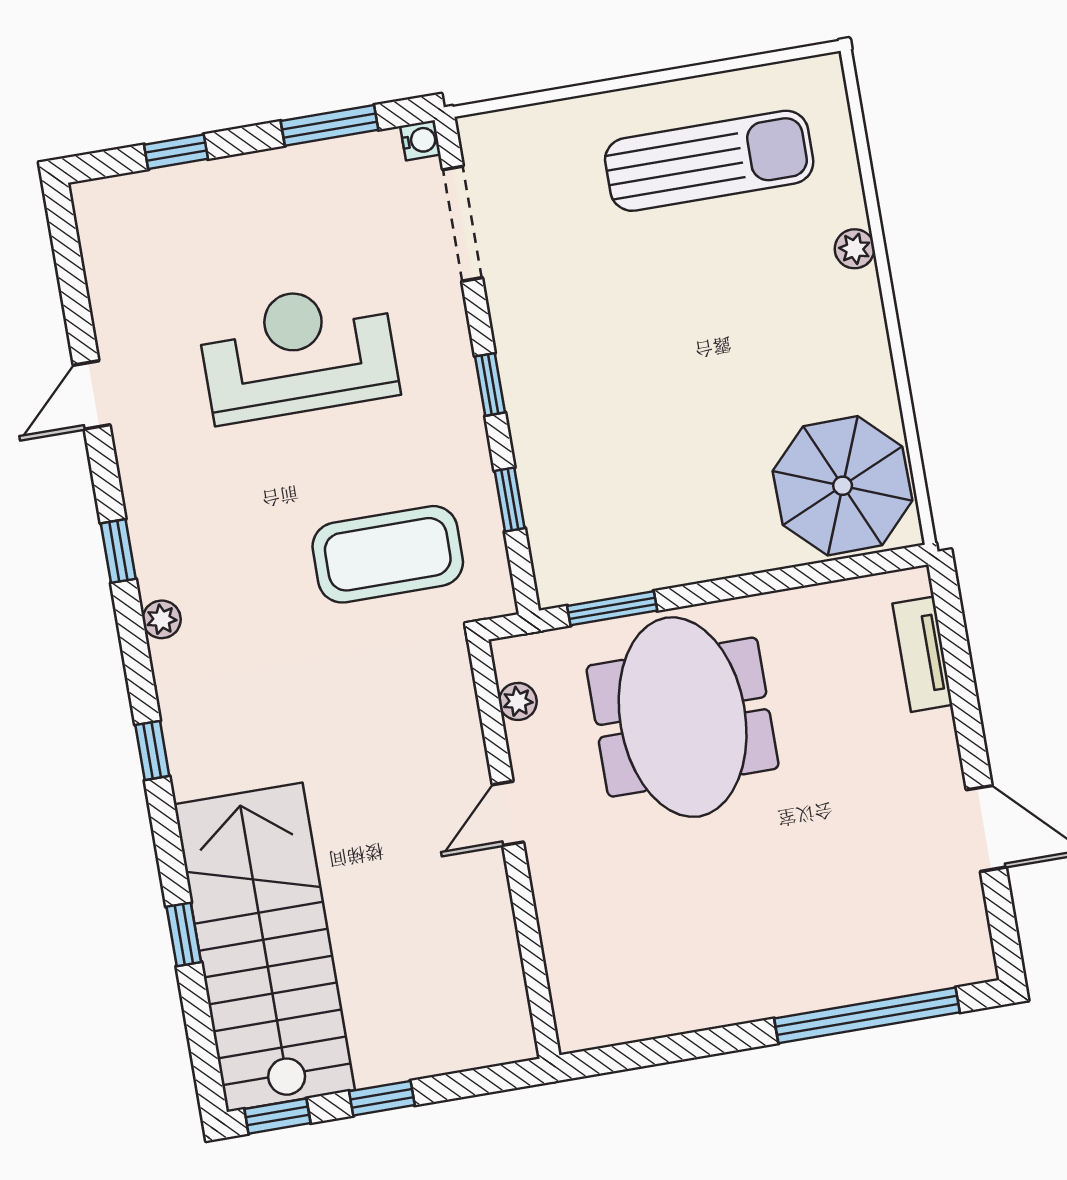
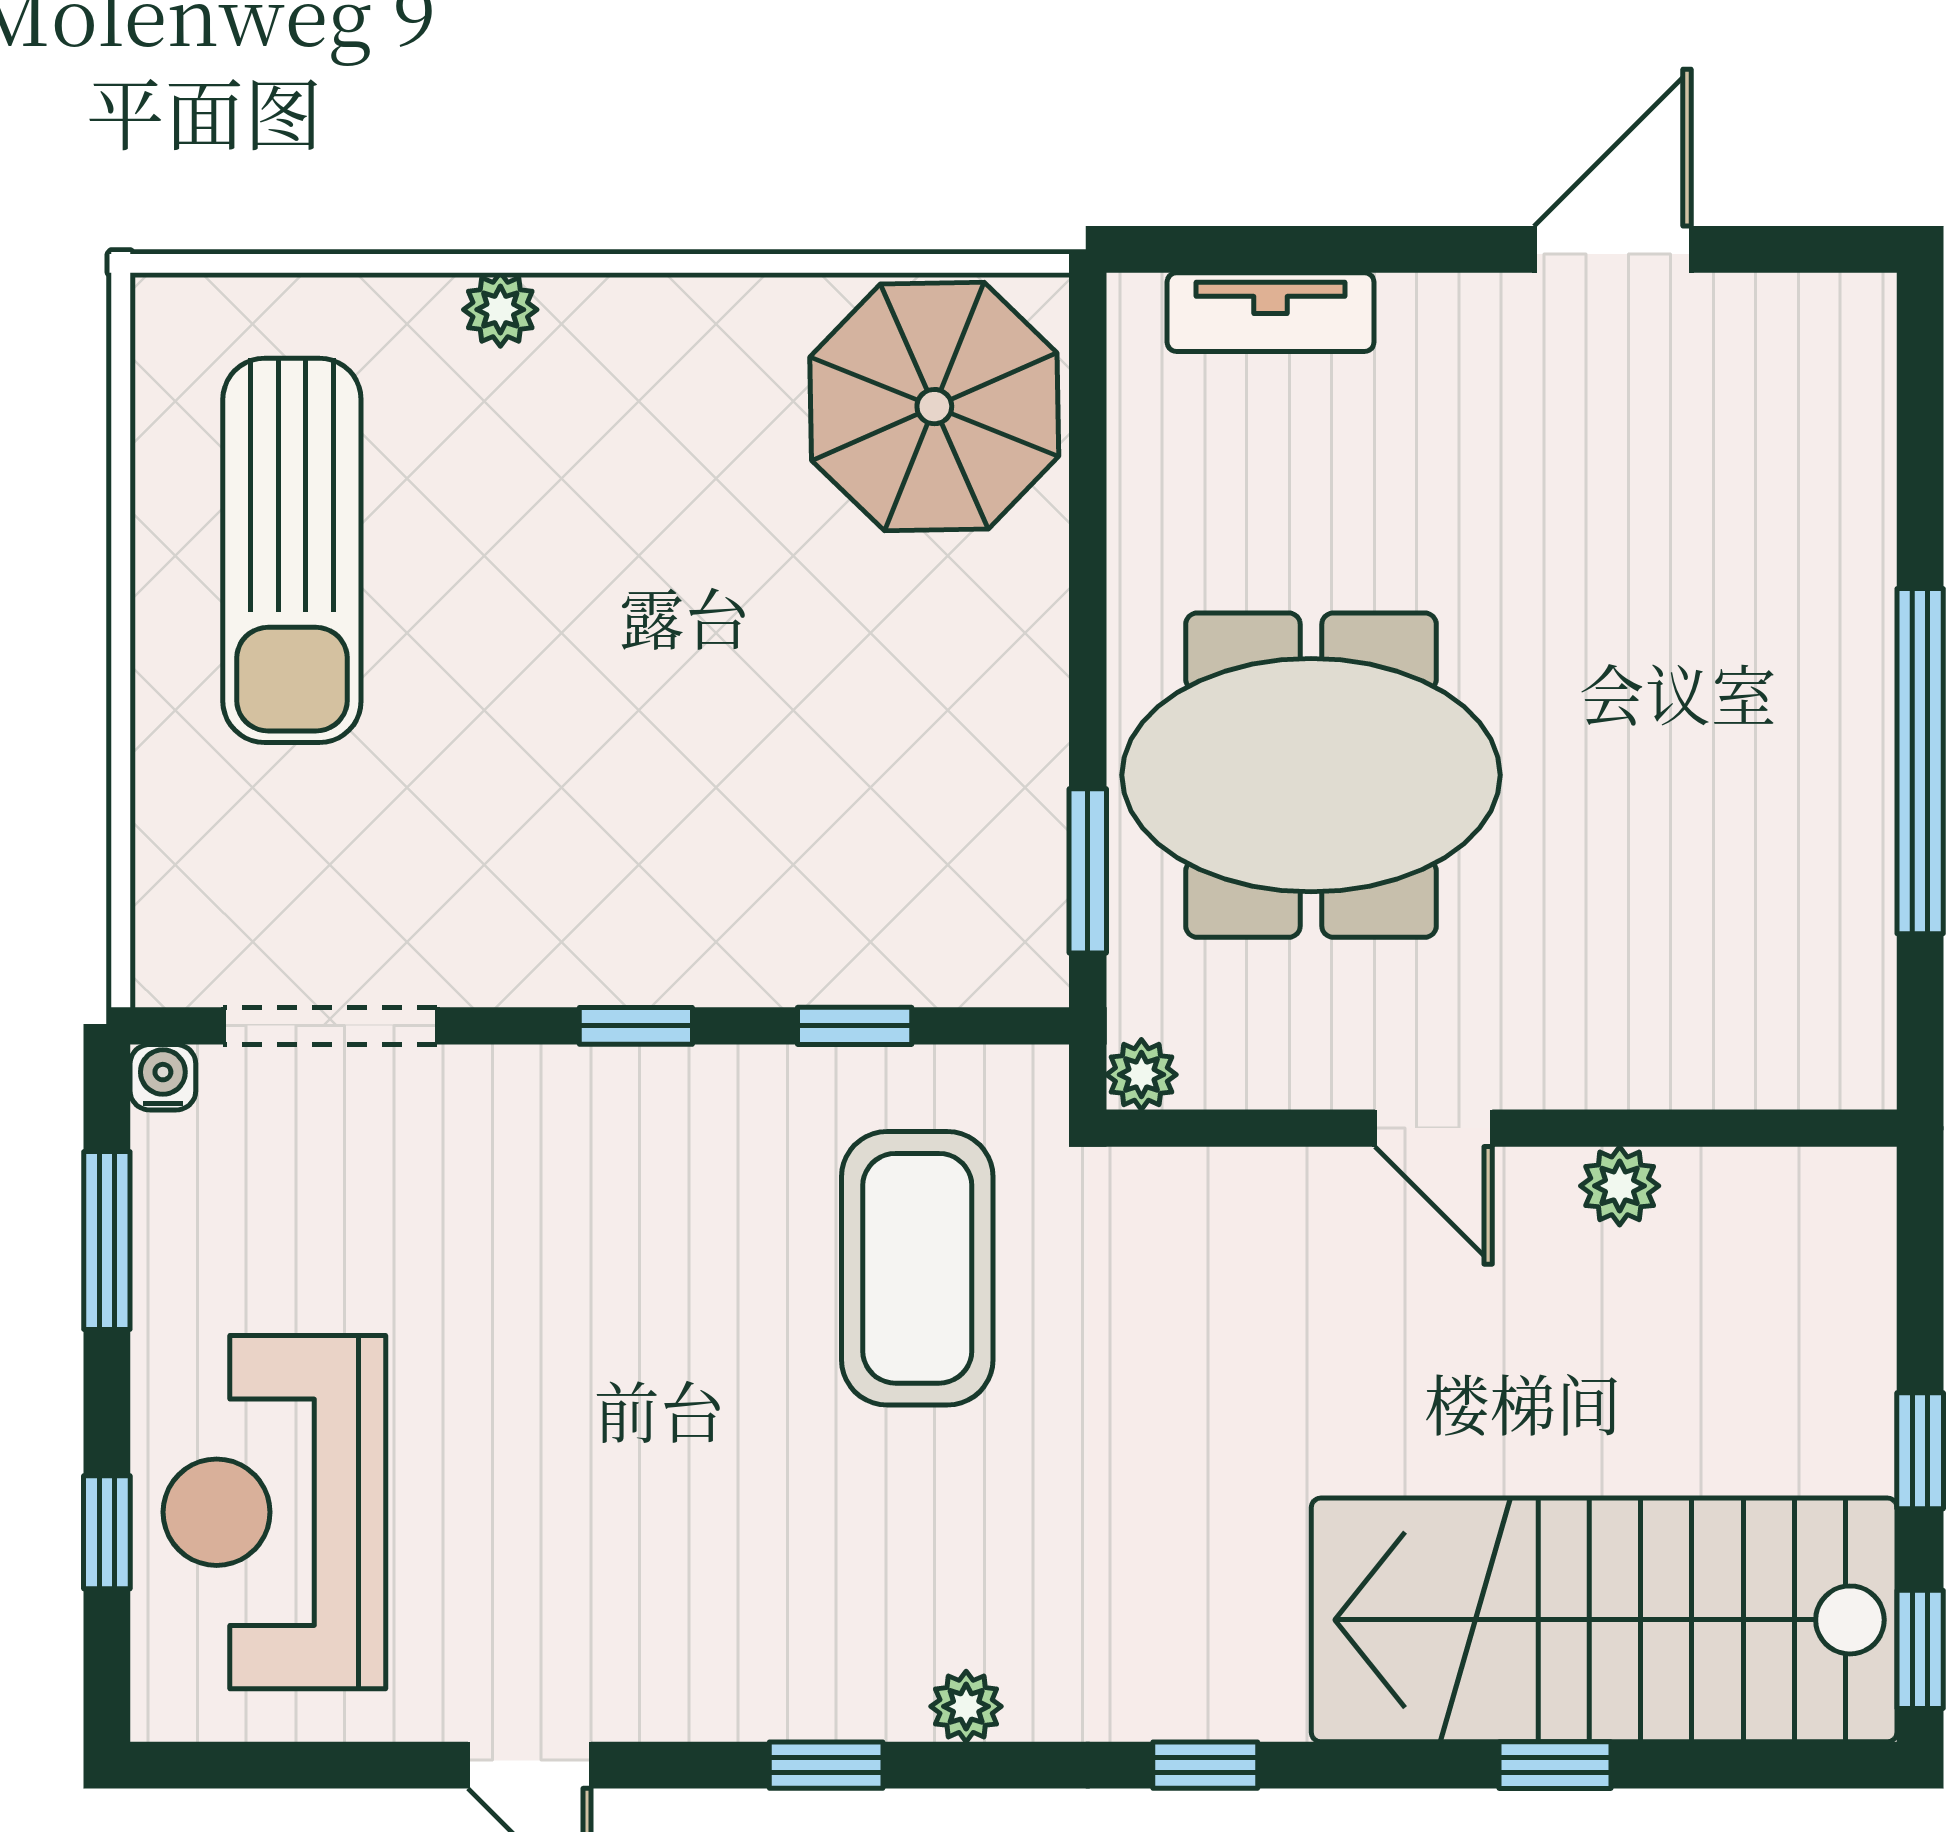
sun lounger: (709, 161) -> (292, 550), turned 180
reception desk: (298, 352) -> (274, 1512), moved
plant: (518, 701) -> (1141, 1075), moved
plant: (494, 916) -> (1620, 1186), added
window: (867, 1015) -> (1920, 761), moved

